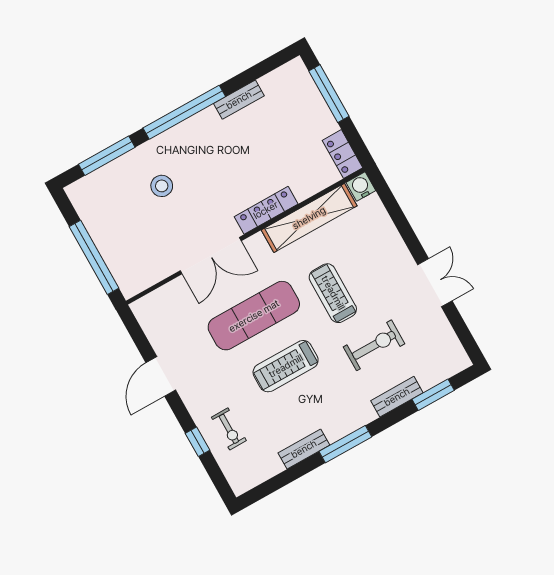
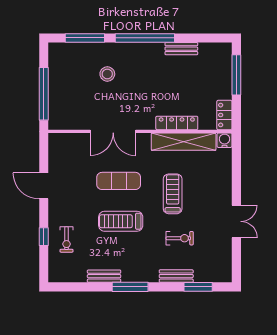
locker: (266, 210) -> (177, 123), moved
exercise mat: (254, 316) -> (119, 181), width x0.73, depth x0.69
exercise bike: (374, 345) -> (180, 238), width x0.73, depth x0.72
door: (161, 376) -> (44, 186), hinge flipped

